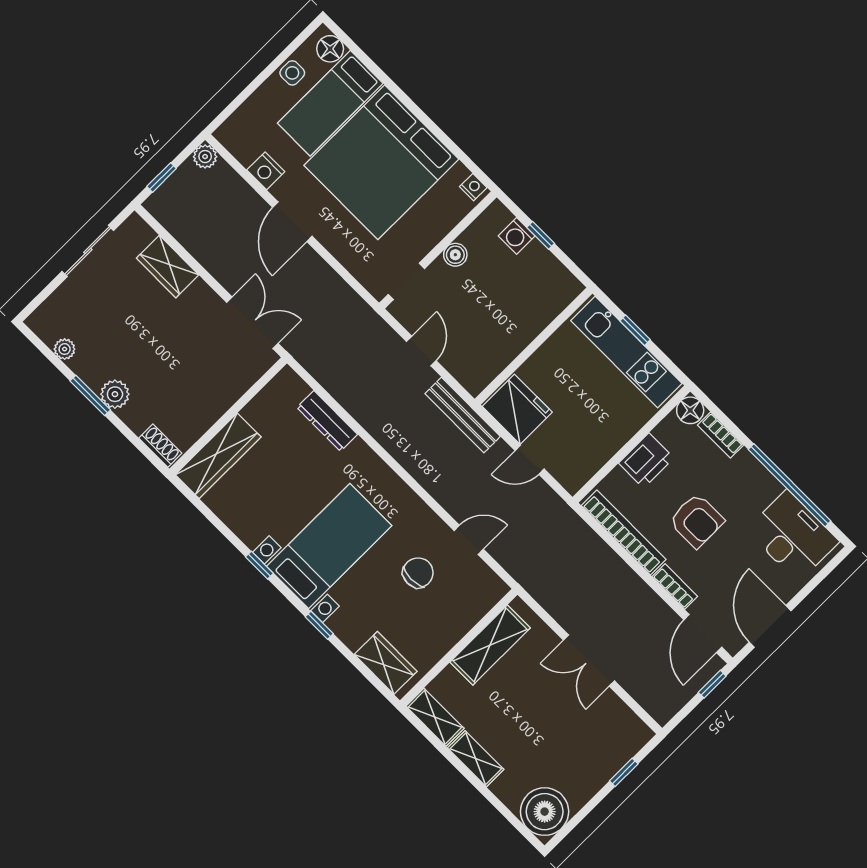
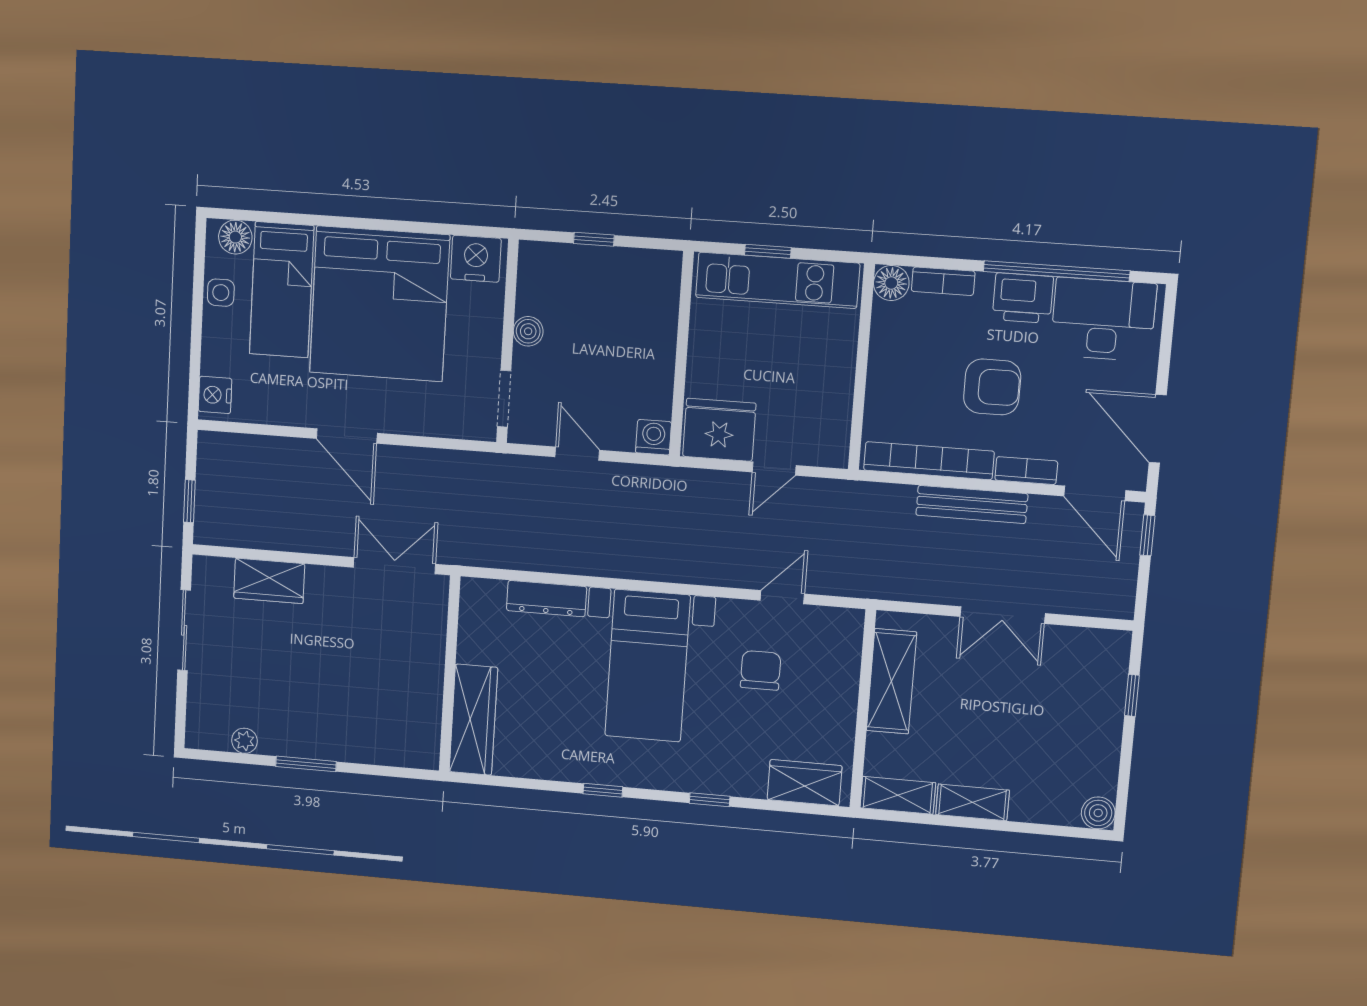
plant: (205, 157) -> (211, 446), removed
nightstand: (266, 171) -> (215, 395), moved, turned 90
nightstand: (473, 187) -> (476, 259), width x1.89, depth x1.79
washing machine: (517, 236) -> (654, 437), moved, turned 180
plant: (115, 394) -> (327, 743), removed
bench: (463, 415) -> (972, 504), moved
shoe rack: (160, 446) -> (412, 756), removed
printer: (646, 460) -> (1023, 298), moved, turned 90
bed with nightstands: (329, 546) -> (648, 666), moved, turned 180
boiler: (545, 812) -> (1098, 813), width x0.54, depth x0.54

